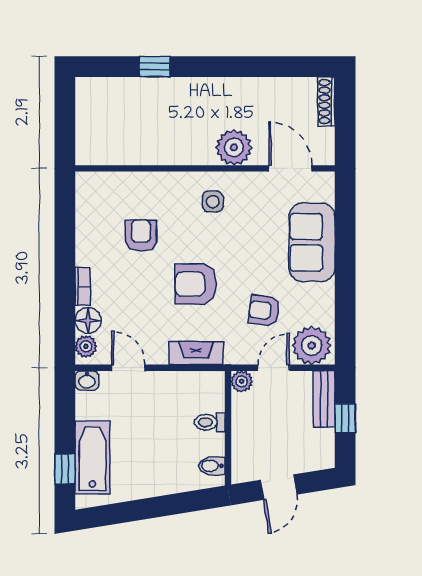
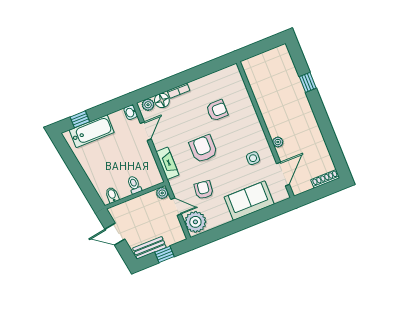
plant: (234, 147) -> (278, 142), width x0.53, depth x0.53
side table: (213, 202) -> (253, 158), moved
bench: (324, 399) -> (149, 248), moved

